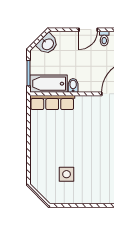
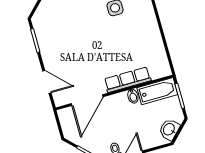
row of seats: (52, 102) -> (128, 80), moved

